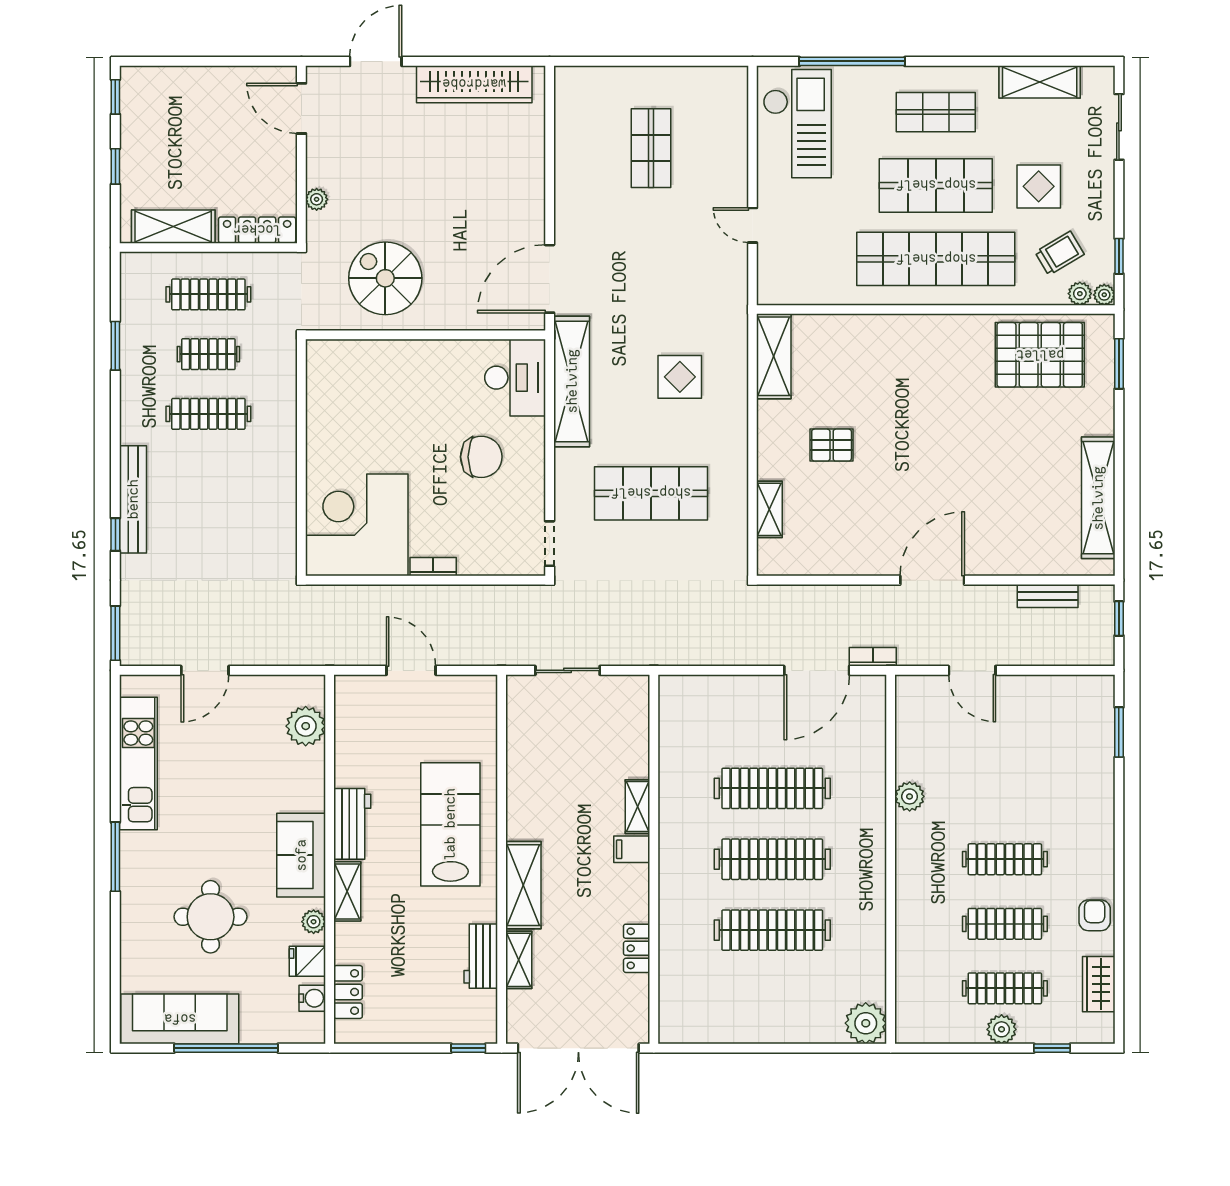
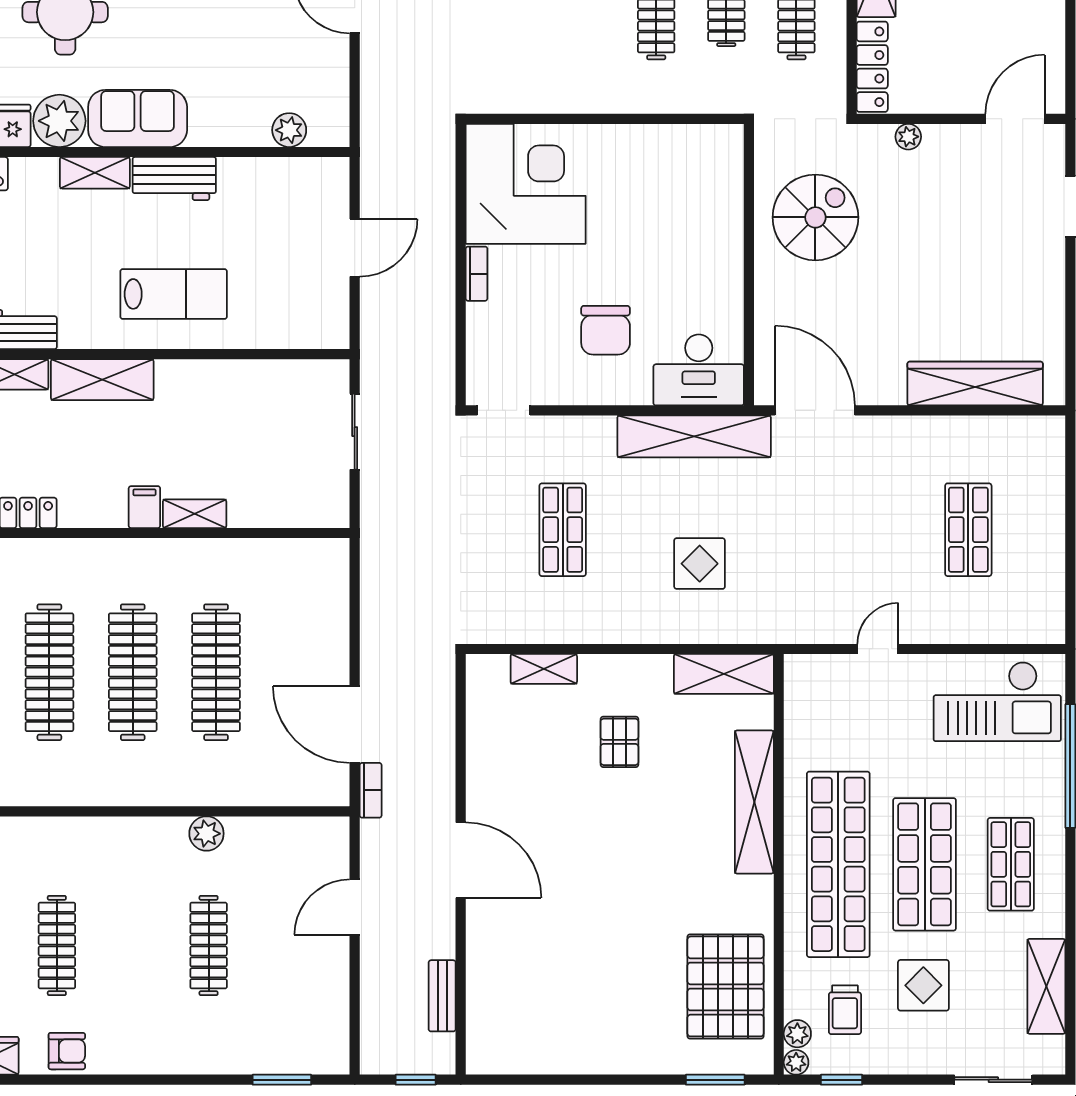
wardrobe: (474, 84) -> (975, 384), moved, turned 90
shop shelf: (651, 148) -> (968, 530), turned 90
trolley: (1060, 253) -> (845, 1010), turned 31
shop shelf: (651, 493) -> (563, 530), width x0.70, depth x0.74
shelving: (1098, 498) -> (754, 802), moved, turned 90
plant: (306, 726) -> (289, 130), width x0.73, depth x0.73
lab bench: (450, 824) -> (174, 294), width x0.73, depth x0.72
clothes rail: (1005, 859) -> (209, 945), moved
plant: (314, 922) -> (59, 121), width x1.88, depth x1.88

